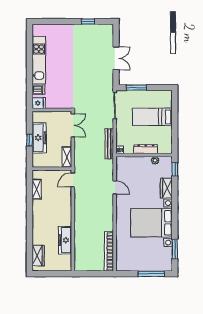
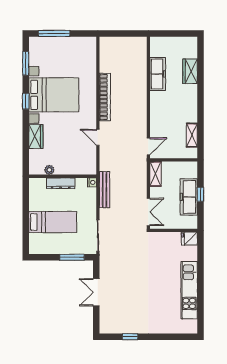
dishwasher: (38, 90) -> (190, 255), removed
double door: (73, 125) -> (148, 212), swing flipped
window: (175, 169) -> (26, 101), moved
bookcase: (109, 251) -> (105, 97), moved
wardrobe: (38, 256) -> (190, 71), moved

